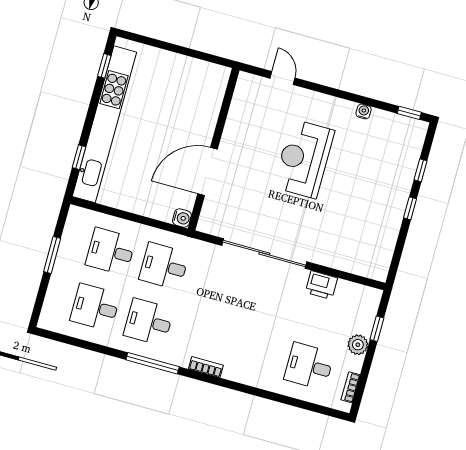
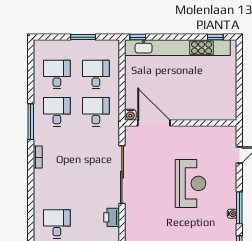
window: (358, 99) -> (239, 208), added
window: (79, 157) -> (138, 37), moved
reception desk: (304, 159) -> (191, 183), turned 90
door: (208, 171) -> (154, 123), moved

